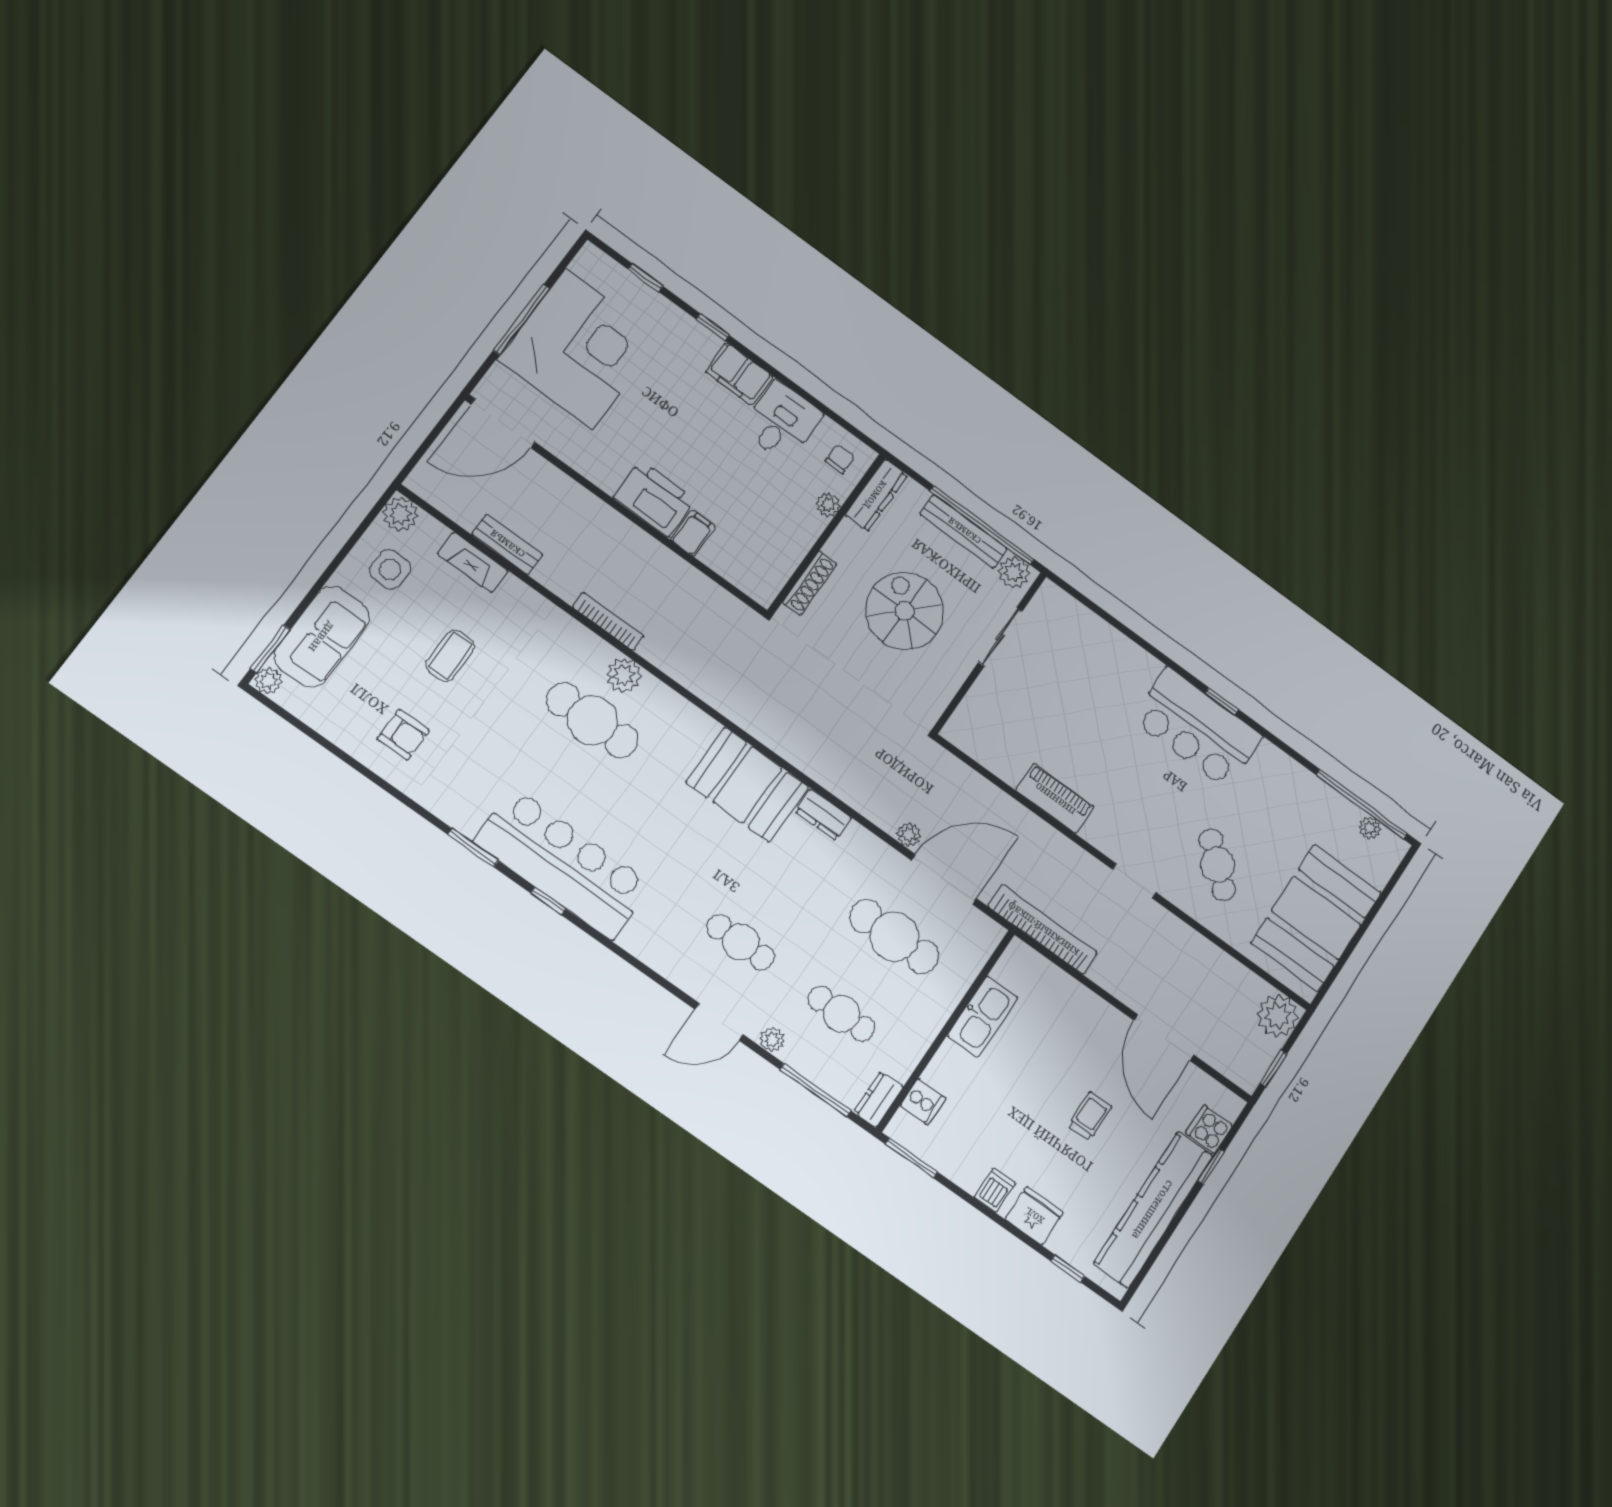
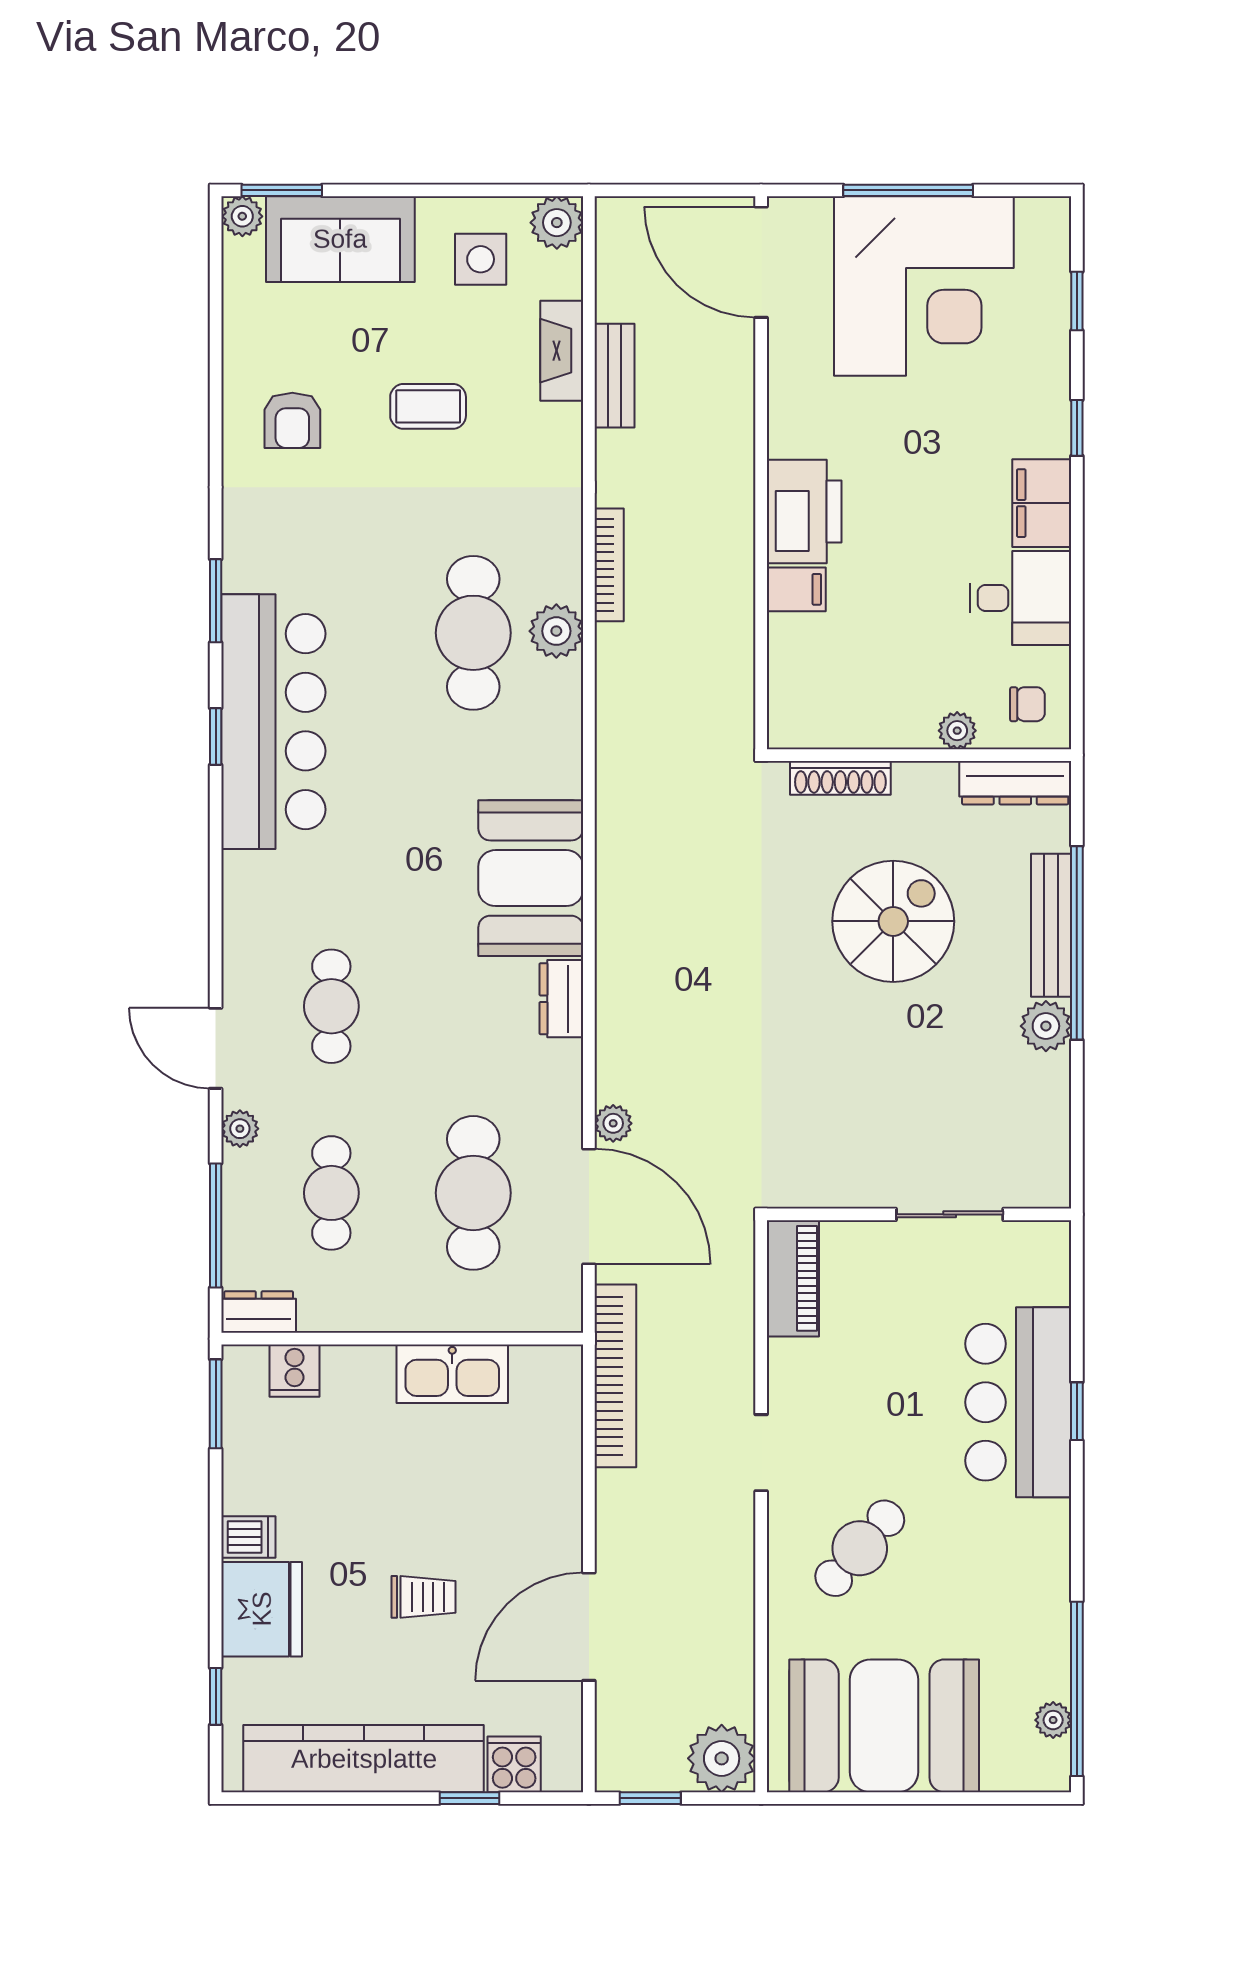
sliding door: (1000, 637) -> (950, 1214), moved
wall: (989, 653) -> (919, 1214), moved
fridge: (1034, 1216) -> (262, 1609), width x1.36, depth x1.34

